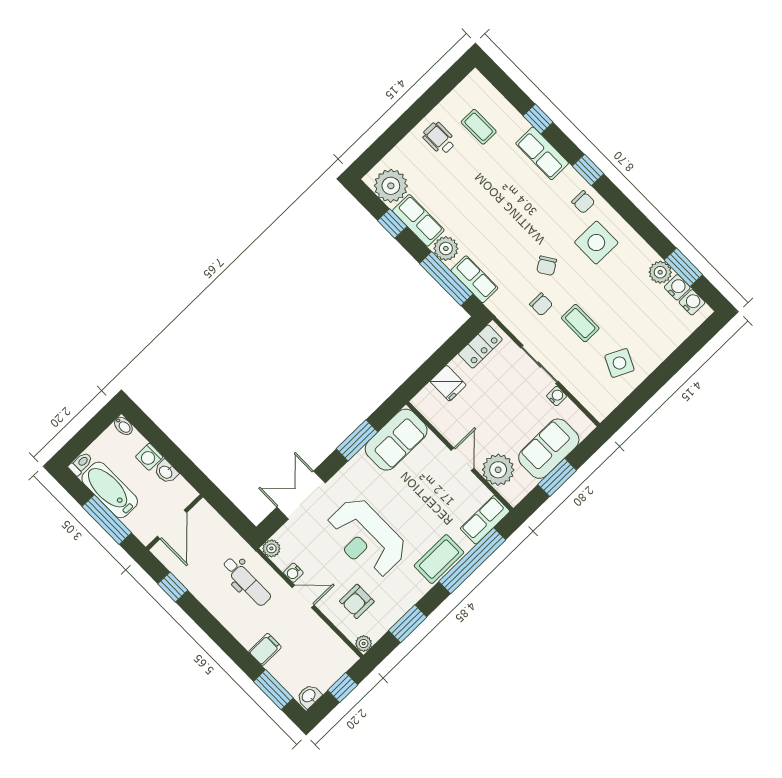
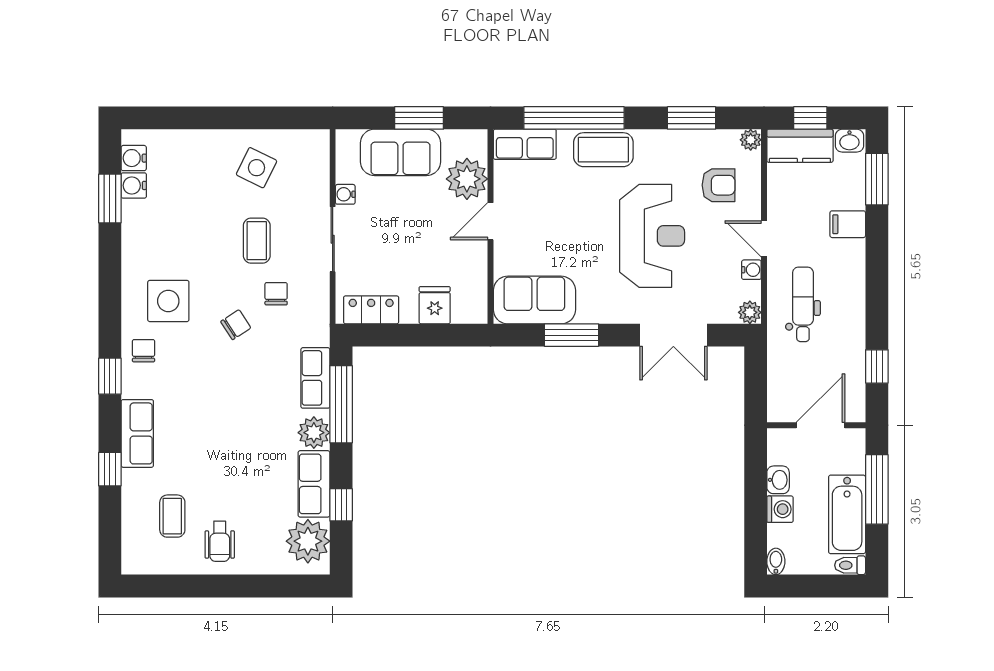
plant: (660, 272) -> (136, 215), removed
kitchen counter: (333, 667) -> (800, 146), added

